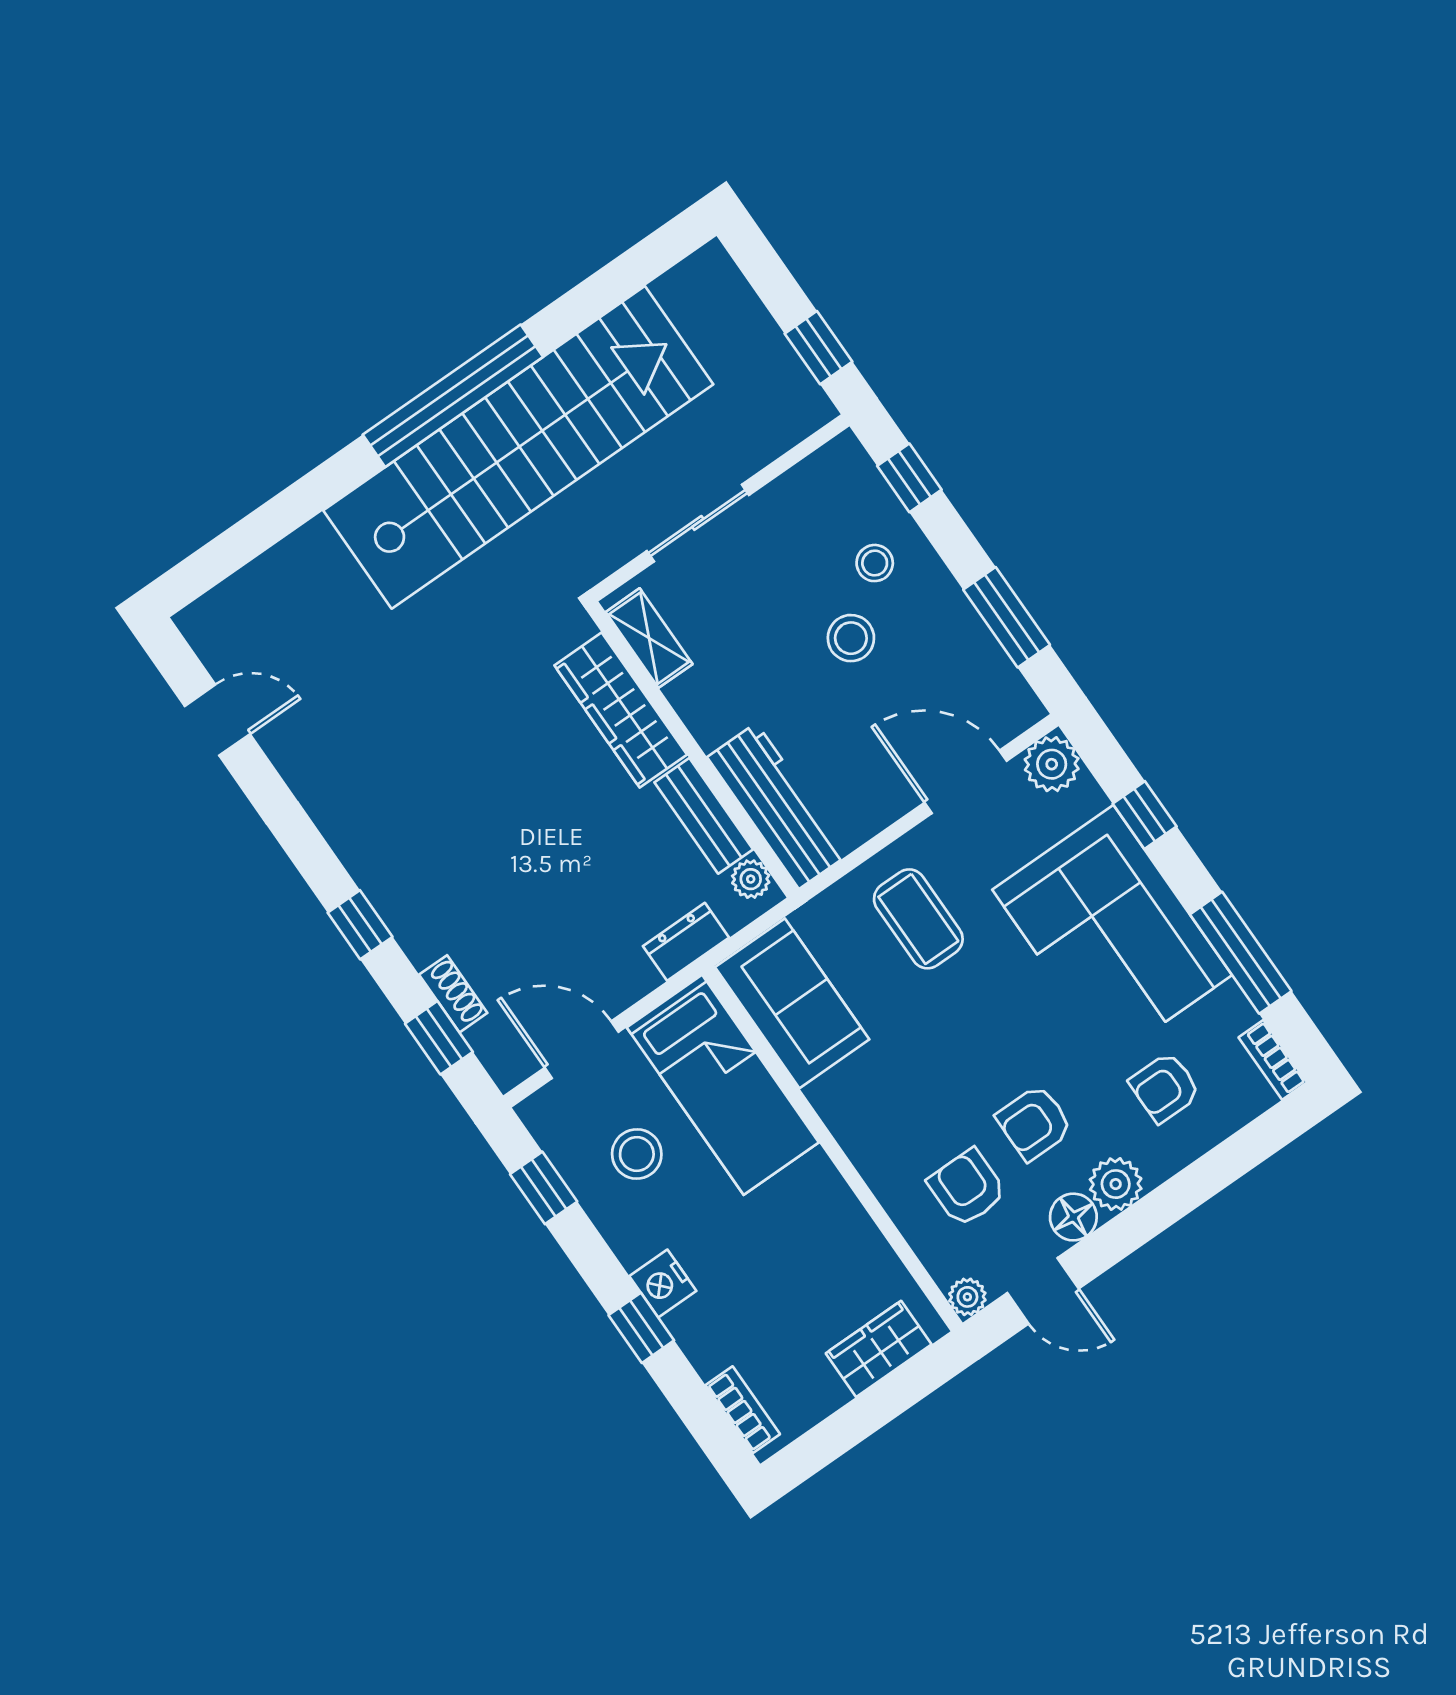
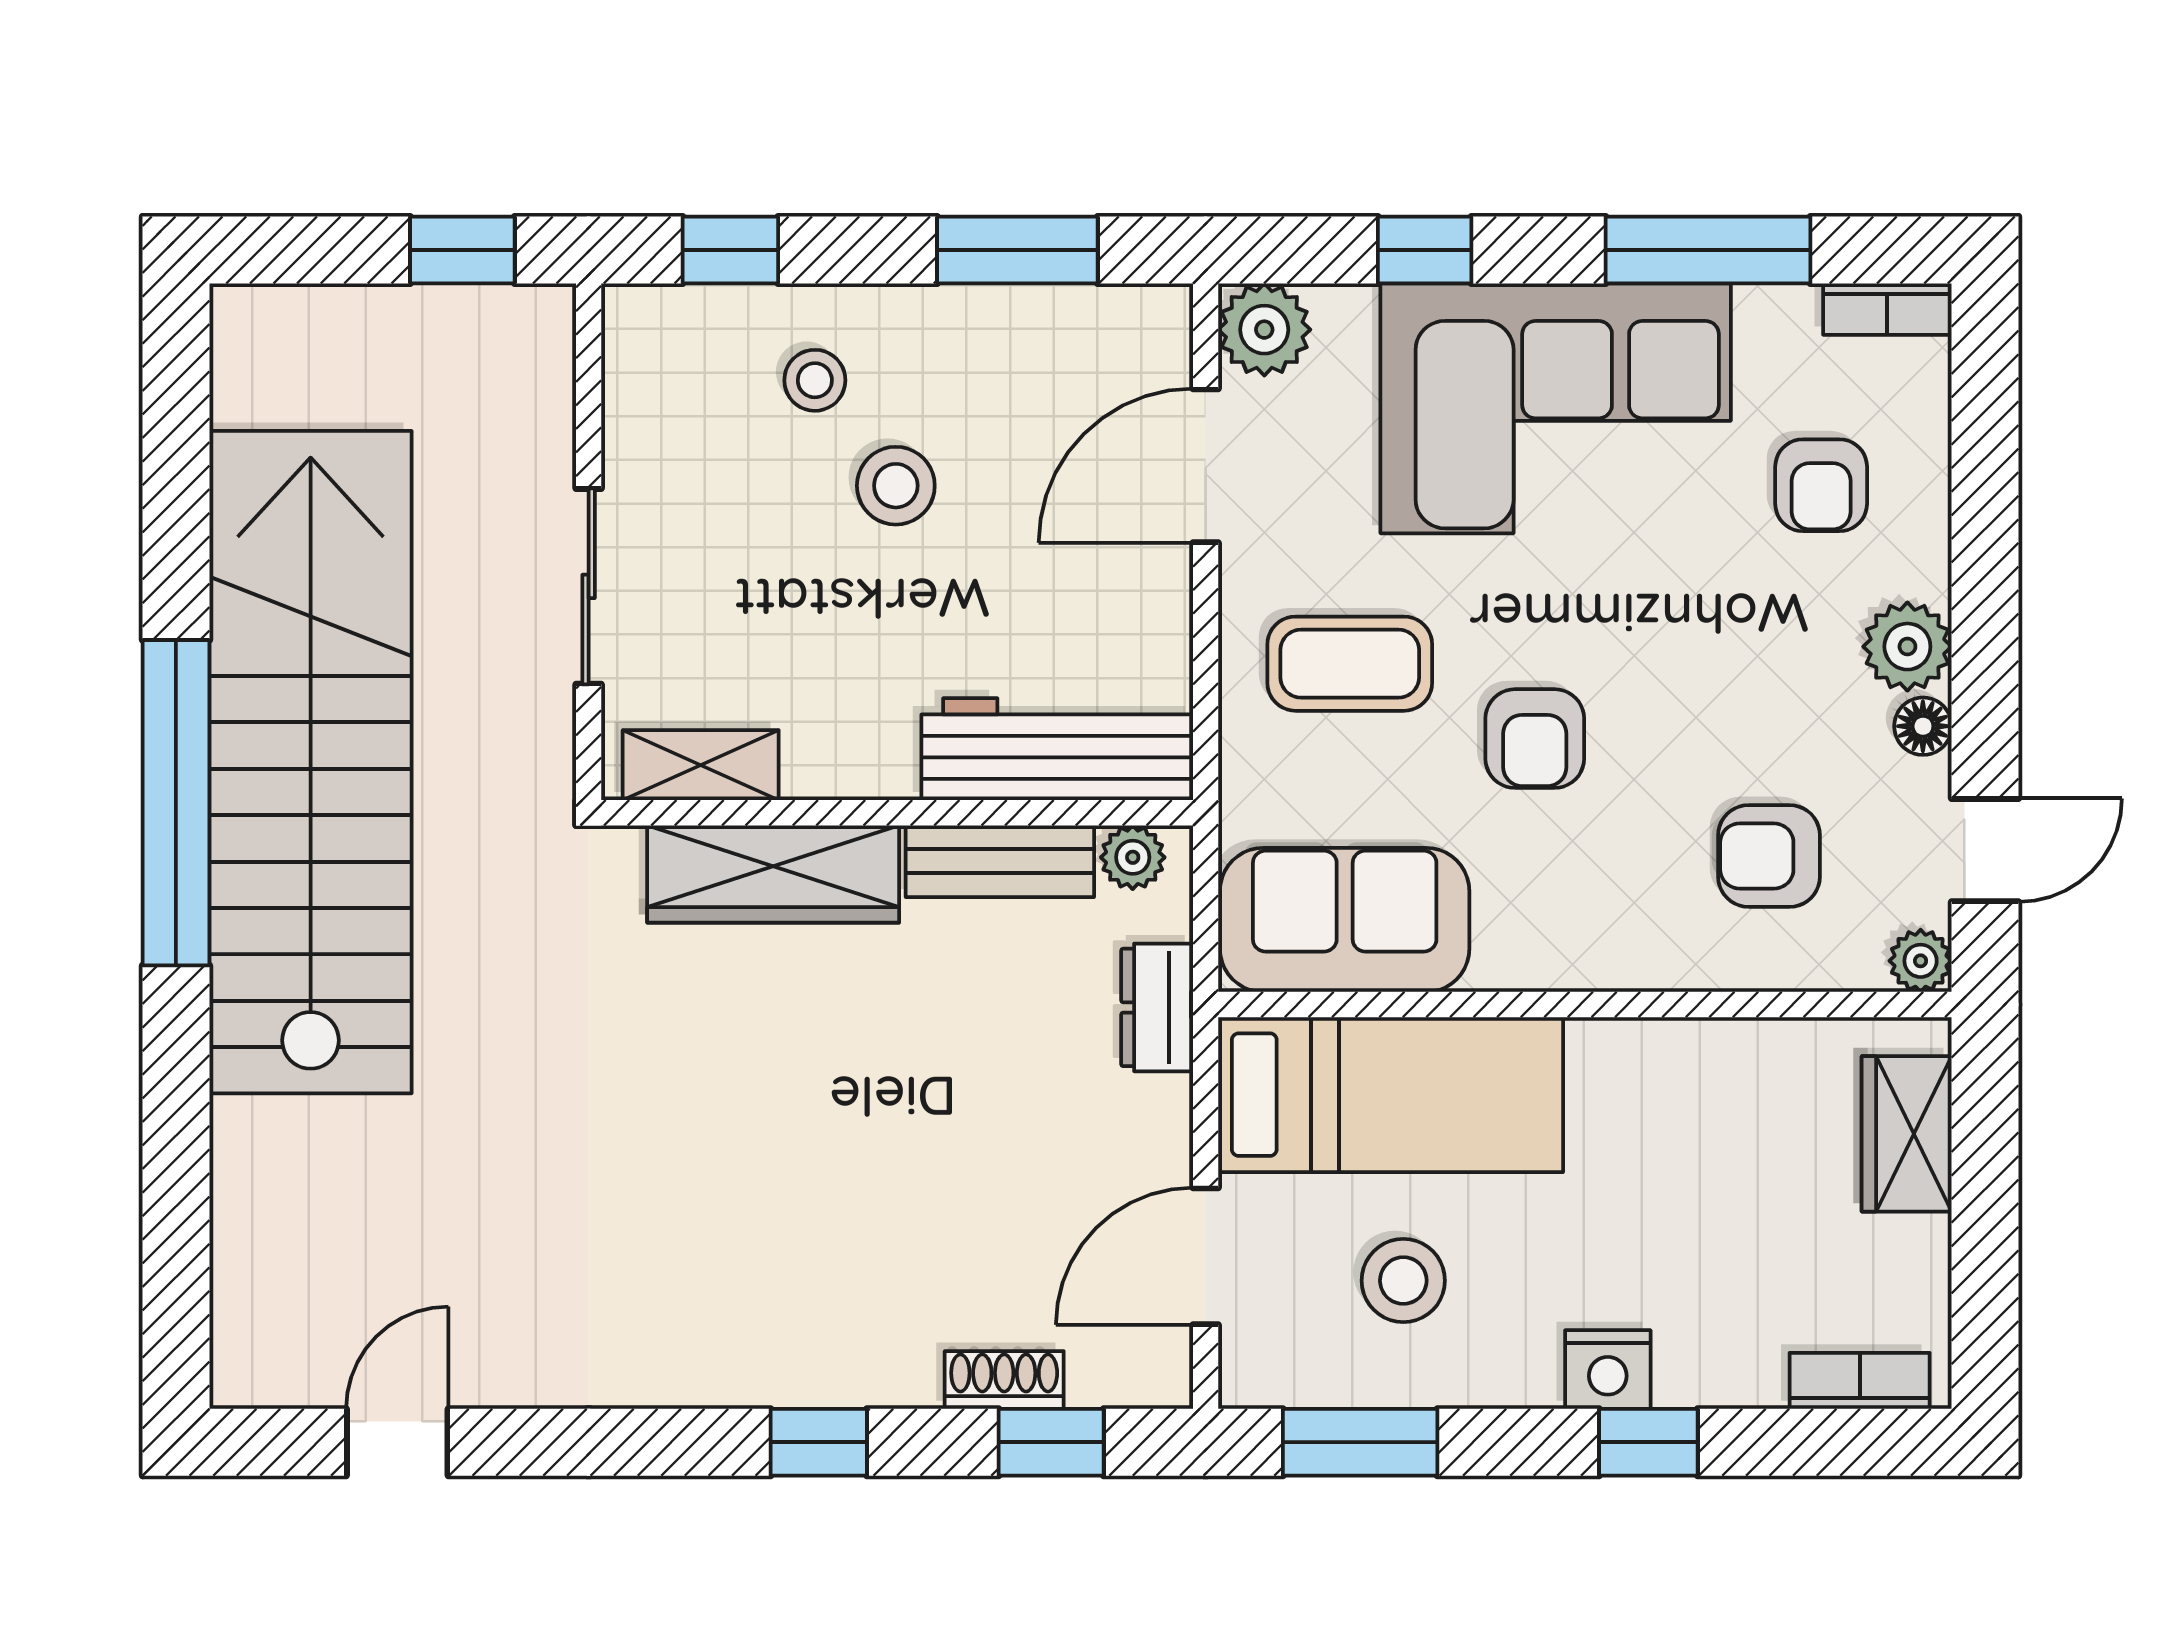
armchair: (1034, 1123) -> (1535, 739), moved
window: (544, 1188) -> (1360, 1442), width x1.50
floor lamp: (1073, 1217) -> (1923, 726), width x0.73, depth x0.73

